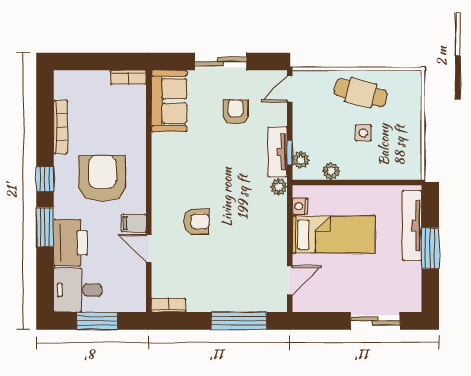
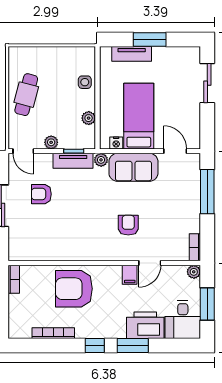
sofa: (169, 101) -> (133, 167), moved, turned 180
side table: (363, 133) -> (85, 82), moved
plant: (301, 160) -> (51, 142), moved
armchair: (102, 178) -> (74, 289), moved
tv unit: (412, 226) -> (132, 54), width x0.71
plant: (138, 304) -> (194, 272), added

